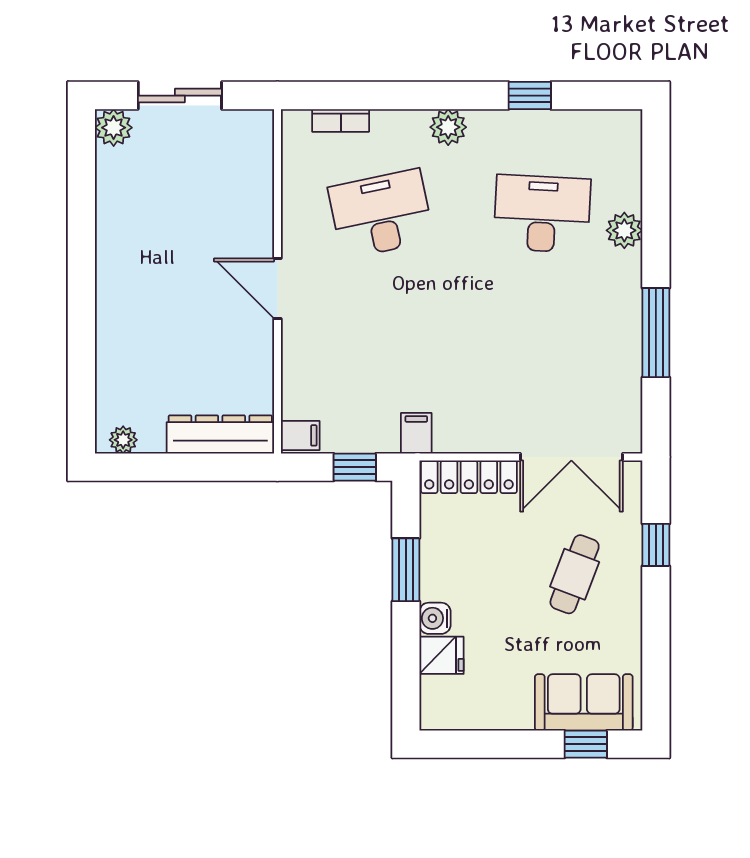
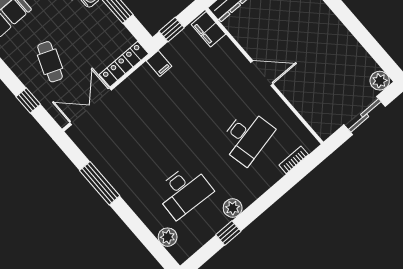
plant: (448, 127) -> (233, 208), moved
plant: (624, 230) -> (168, 237), moved
filing cabinet: (300, 435) -> (208, 29), width x2.00

